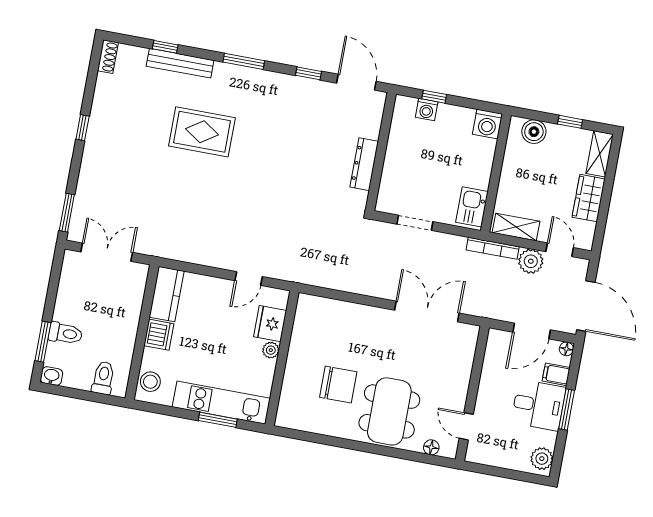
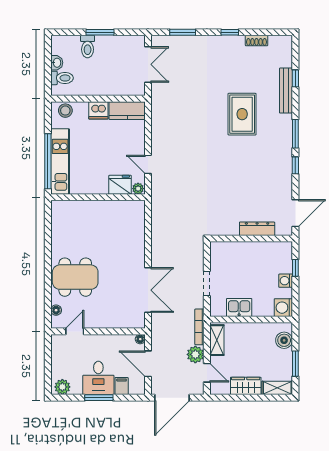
shoe rack: (108, 57) -> (257, 41), moved
window: (308, 73) -> (295, 165), moved
washing machine: (427, 109) -> (286, 281), moved
window: (570, 122) -> (295, 364), width x1.50
dresser: (364, 164) -> (257, 229), moved
kitchen sink: (472, 207) -> (239, 307), moved
window: (67, 213) -> (183, 32), moved
doorway: (415, 223) -> (207, 284), moved
door: (560, 250) -> (207, 373), hinge flipped
window: (43, 342) -> (100, 32), moved
floor lamp: (566, 349) -> (140, 339), moved
plant: (271, 350) -> (138, 189), moved
washbasin: (52, 376) -> (57, 63), moved
chair: (338, 385) -> (87, 239), removed
window: (218, 420) -> (48, 161), width x2.11

